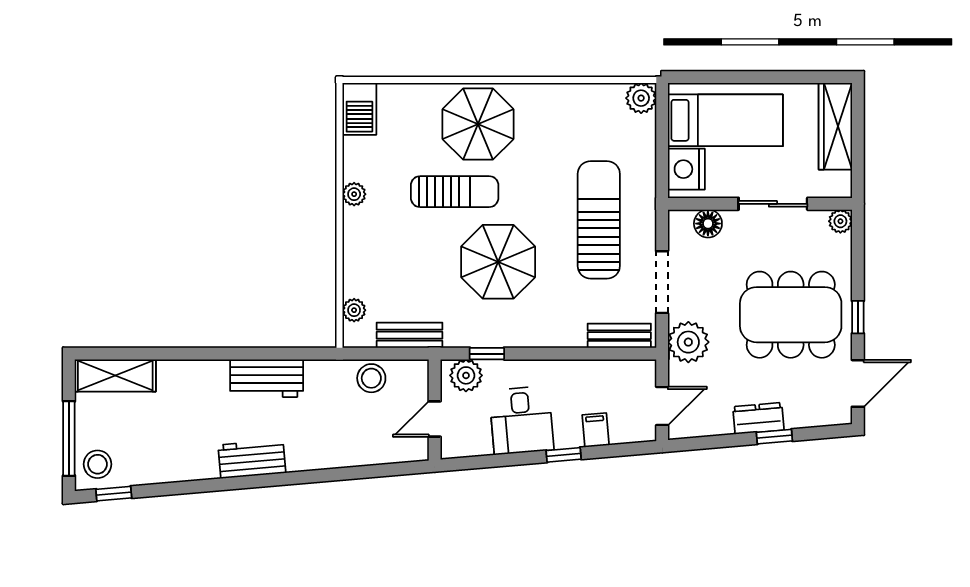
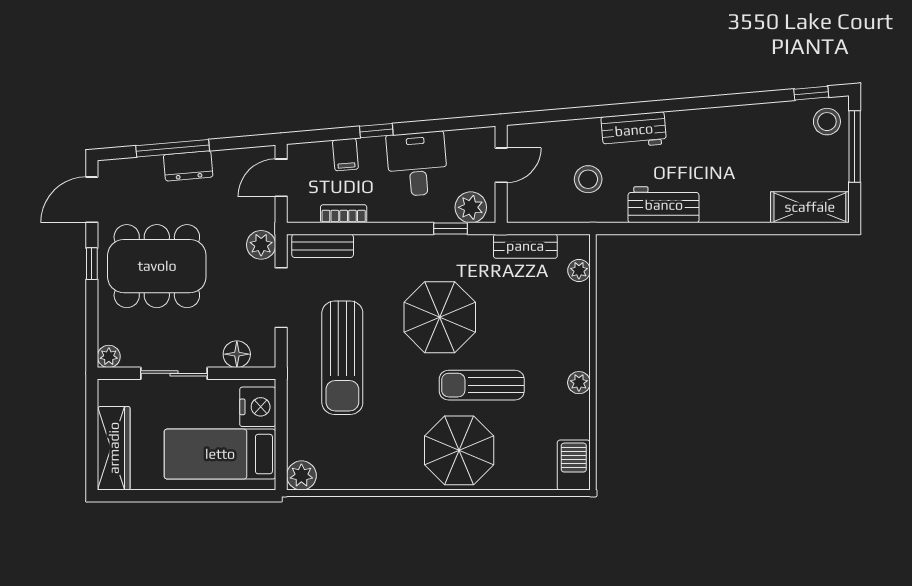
plant: (688, 342) -> (261, 245), width x0.73, depth x0.73
bookcase: (597, 369) -> (344, 214), added
stool: (371, 378) -> (588, 179), moved
window: (774, 437) -> (173, 148), width x2.17
workbench: (252, 459) -> (634, 130), moved

